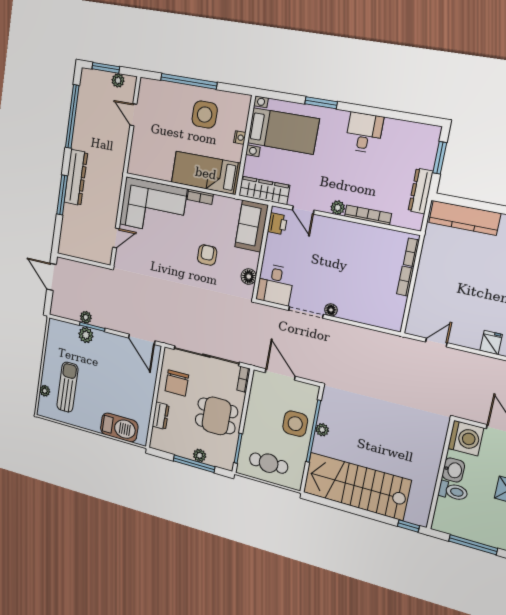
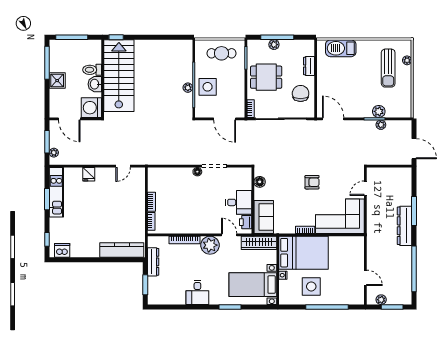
bed: (206, 173) -> (304, 253), width x1.50
plant: (338, 208) -> (210, 245), width x1.87, depth x1.87
armchair: (207, 255) -> (312, 182), moved, turned -90
desk: (275, 285) -> (239, 202), moved, turned 90
stairs: (356, 486) -> (119, 76), moved, turned -90

